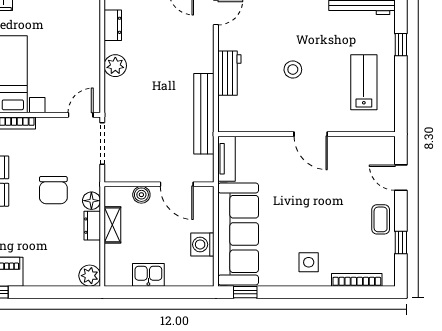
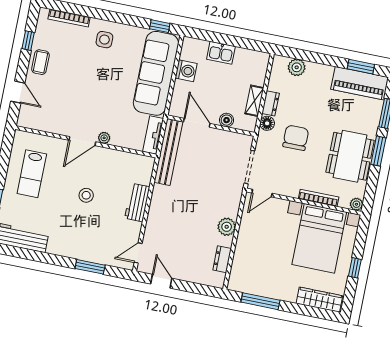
bench: (204, 114) -> (168, 152), moved
door: (311, 134) -> (82, 141), swing flipped
plant: (285, 143) -> (104, 138), added
kitchen sink: (148, 275) -> (221, 53), moved
plant: (90, 276) -> (297, 67), moved

